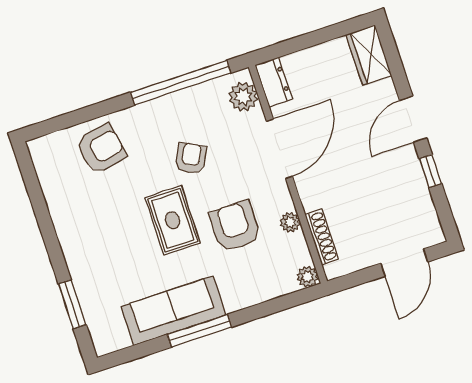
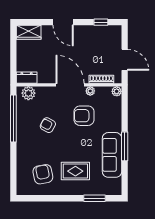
armchair: (101, 149) -> (43, 174), moved
door: (279, 149) -> (70, 85), moved
window: (430, 171) -> (101, 22), moved
rug: (173, 220) -> (75, 171), moved
door: (404, 263) -> (125, 60), moved

